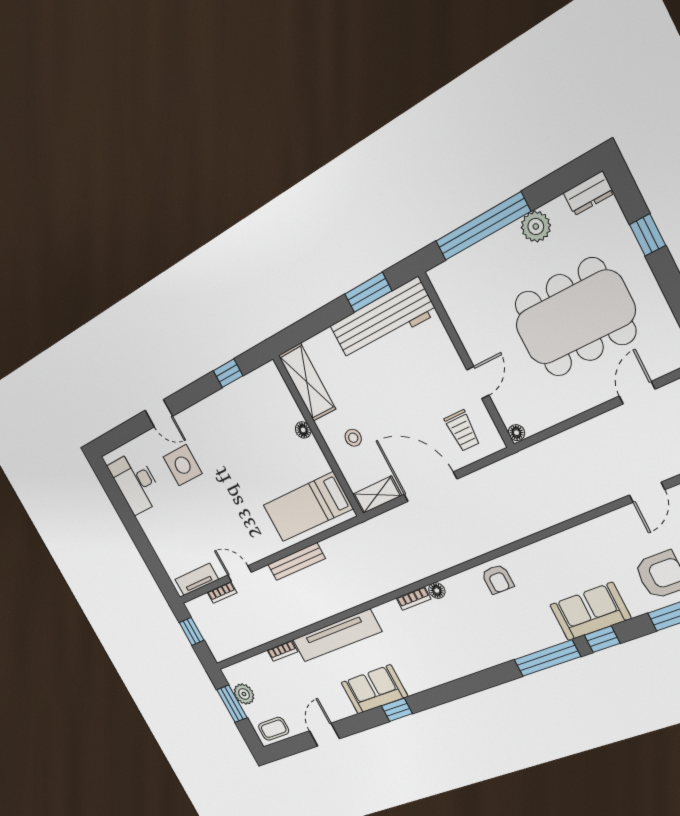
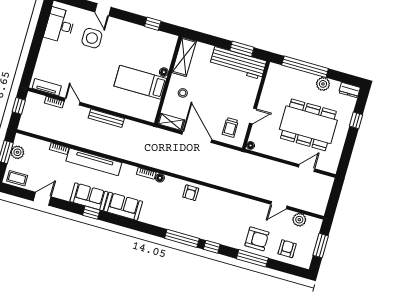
bed: (308, 507) -> (140, 82), moved
sofa: (590, 612) -> (123, 206), moved

